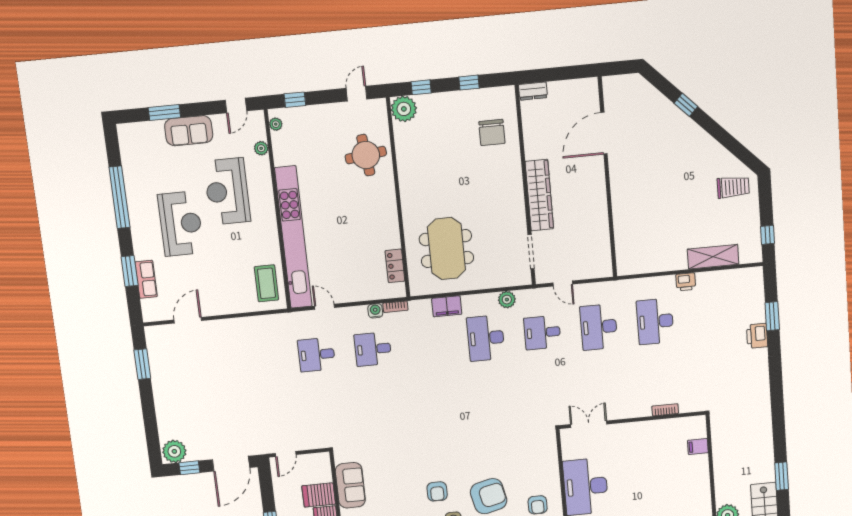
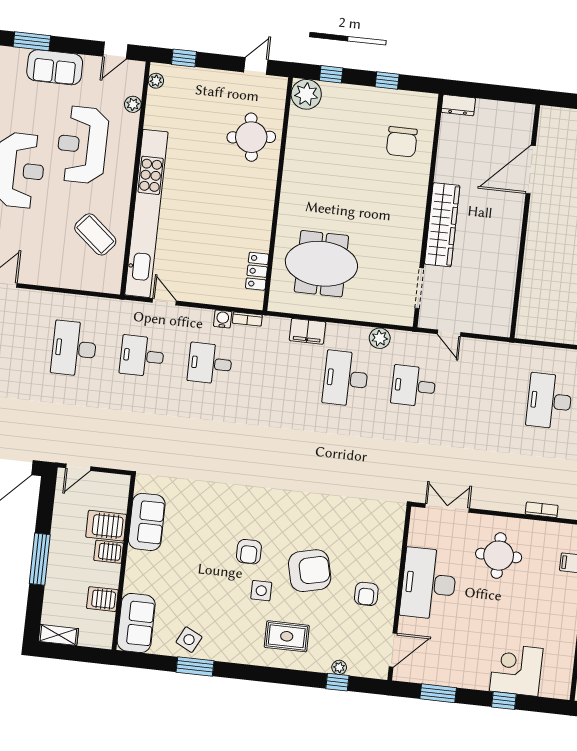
meeting table: (446, 249) -> (321, 264), turned 90
coffee table: (266, 283) -> (95, 234), moved, turned -50
desk: (599, 327) -> (74, 349), moved
round table: (637, 453) -> (499, 556), added

